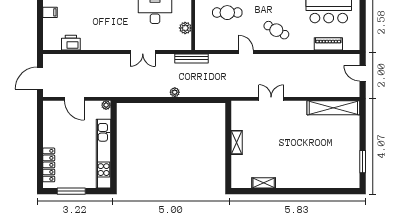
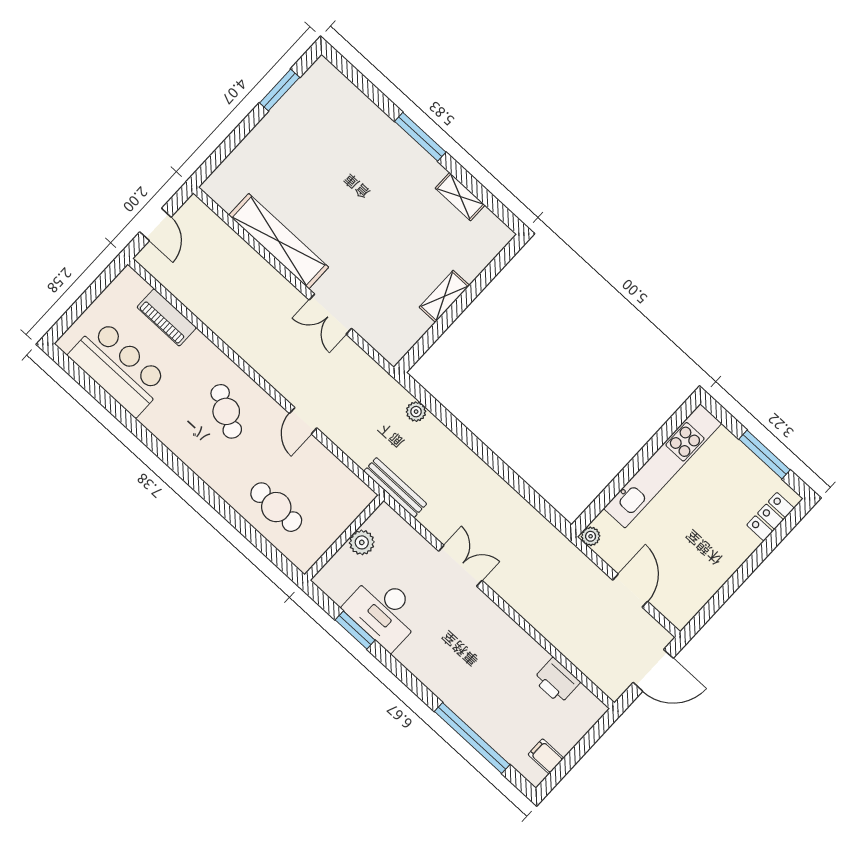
plant: (175, 92) -> (416, 412), moved
shelving: (333, 108) -> (279, 241), moved
locker: (49, 165) -> (770, 517), width x0.66
window: (297, 191) -> (420, 137), added

